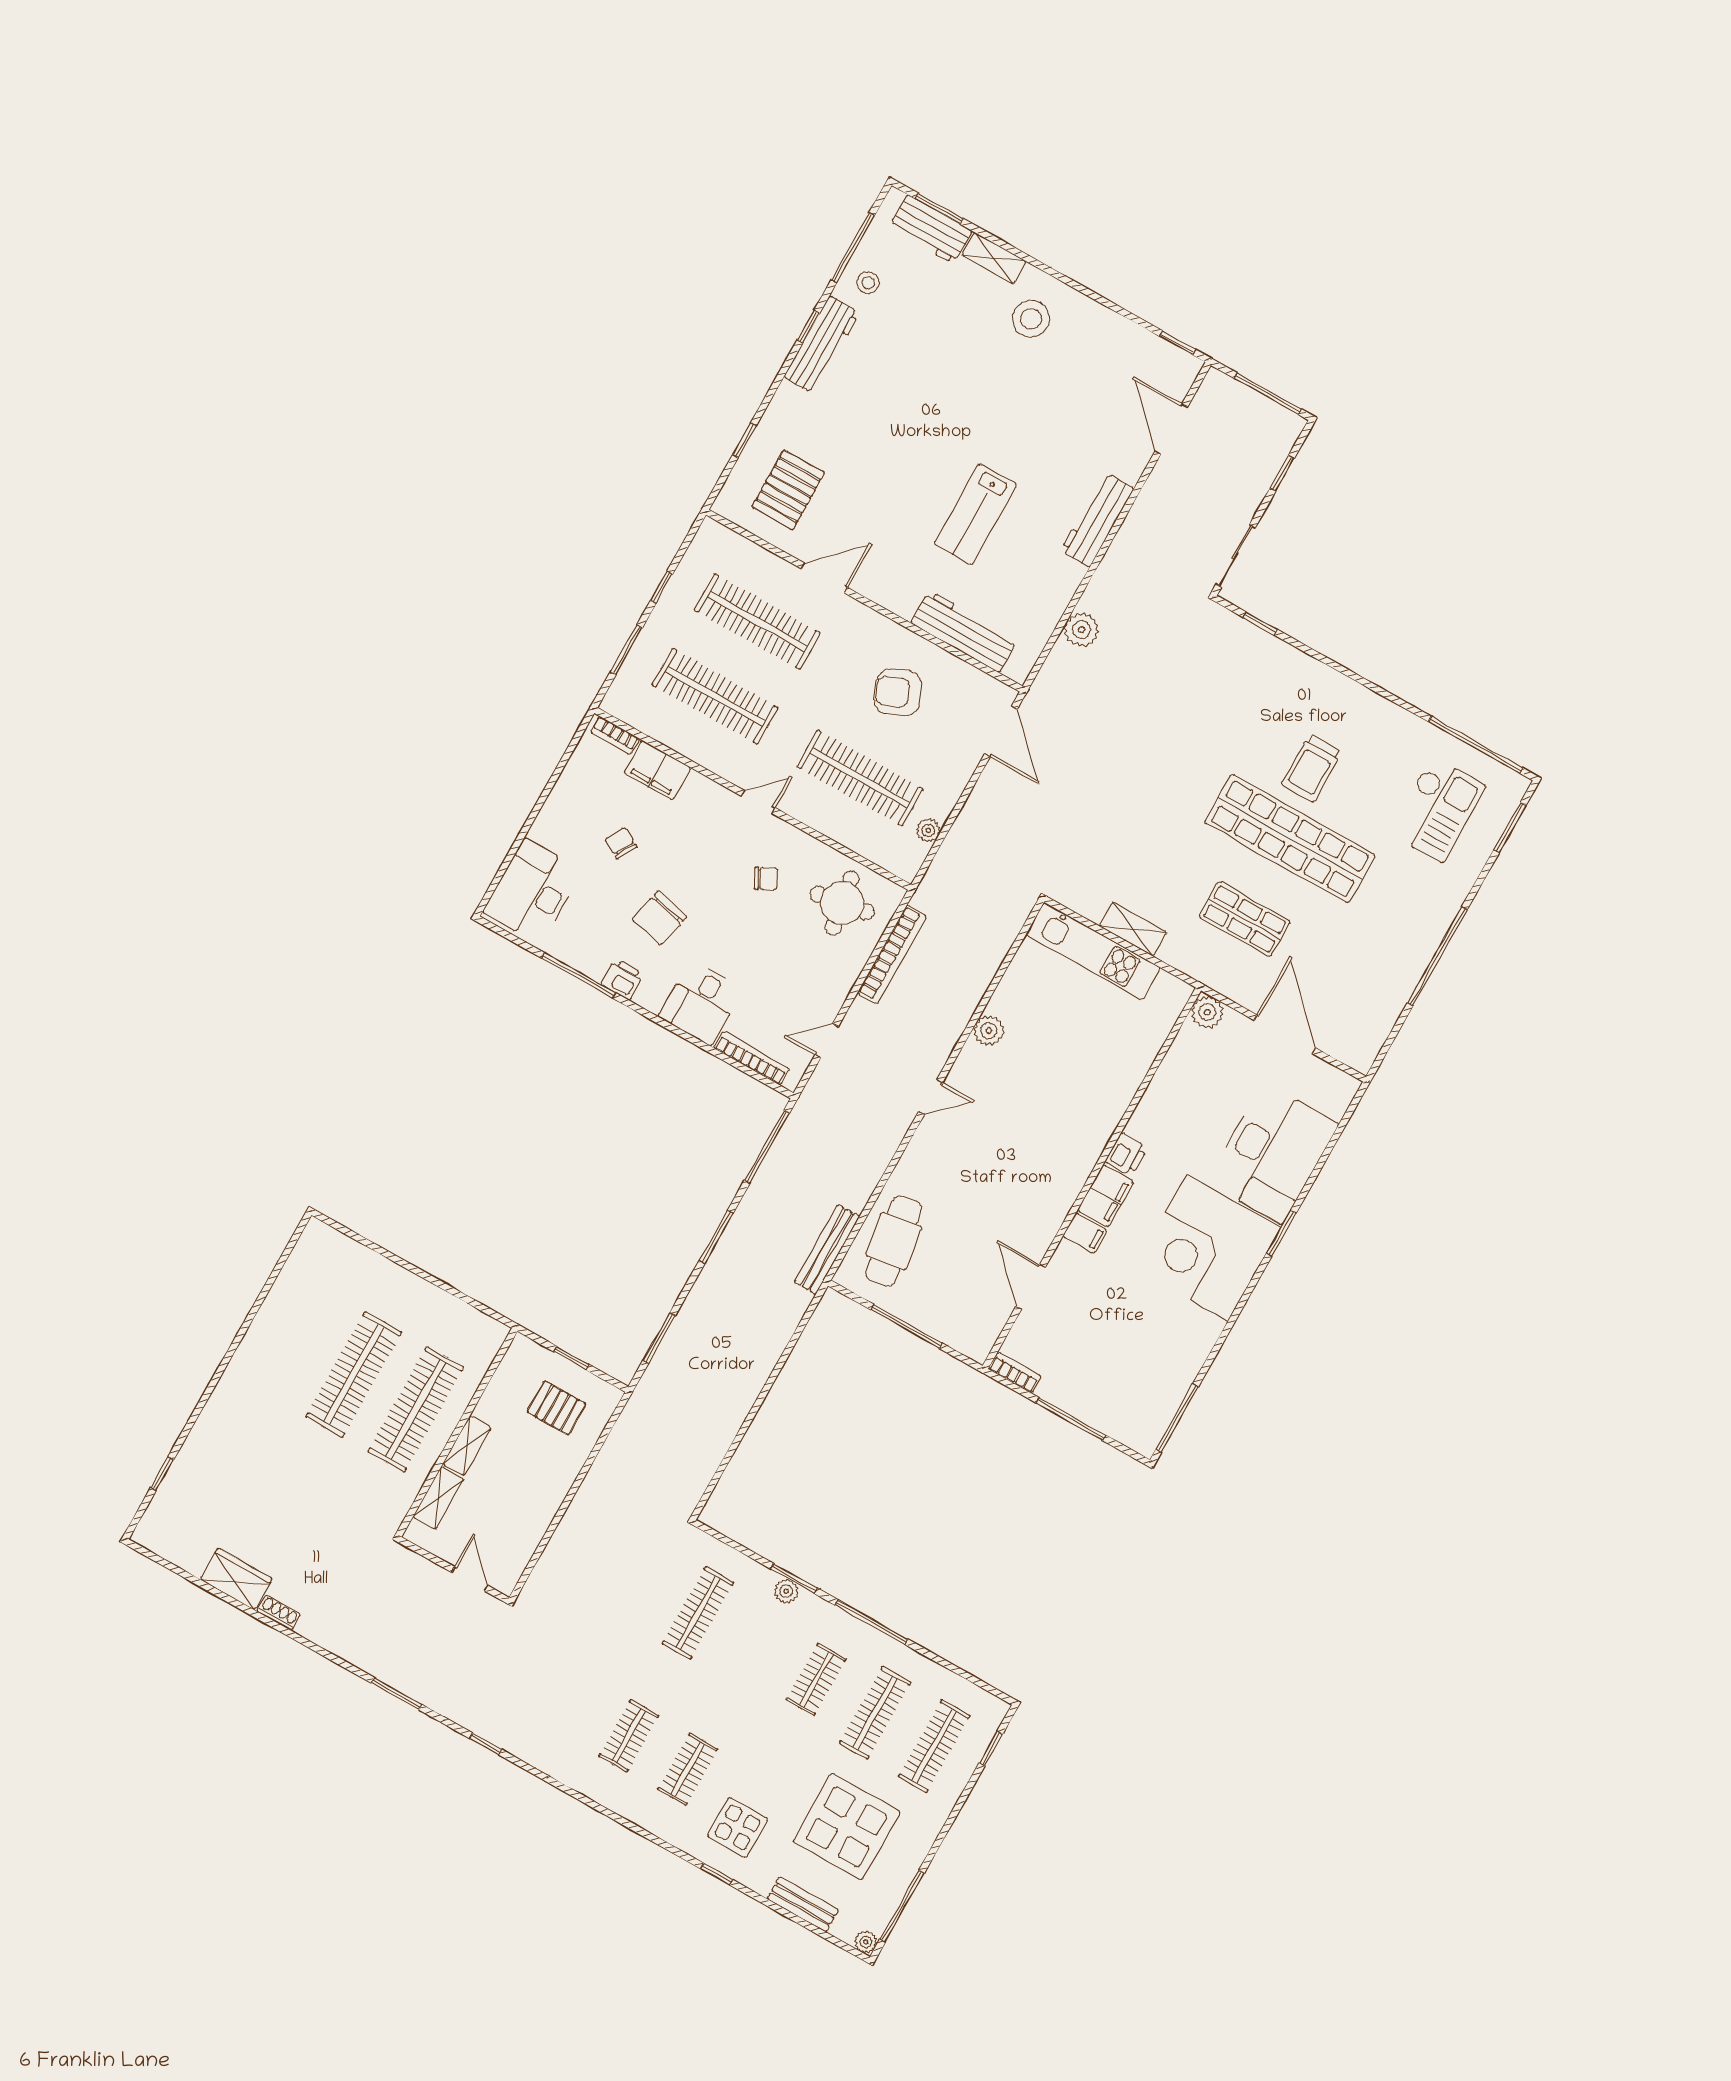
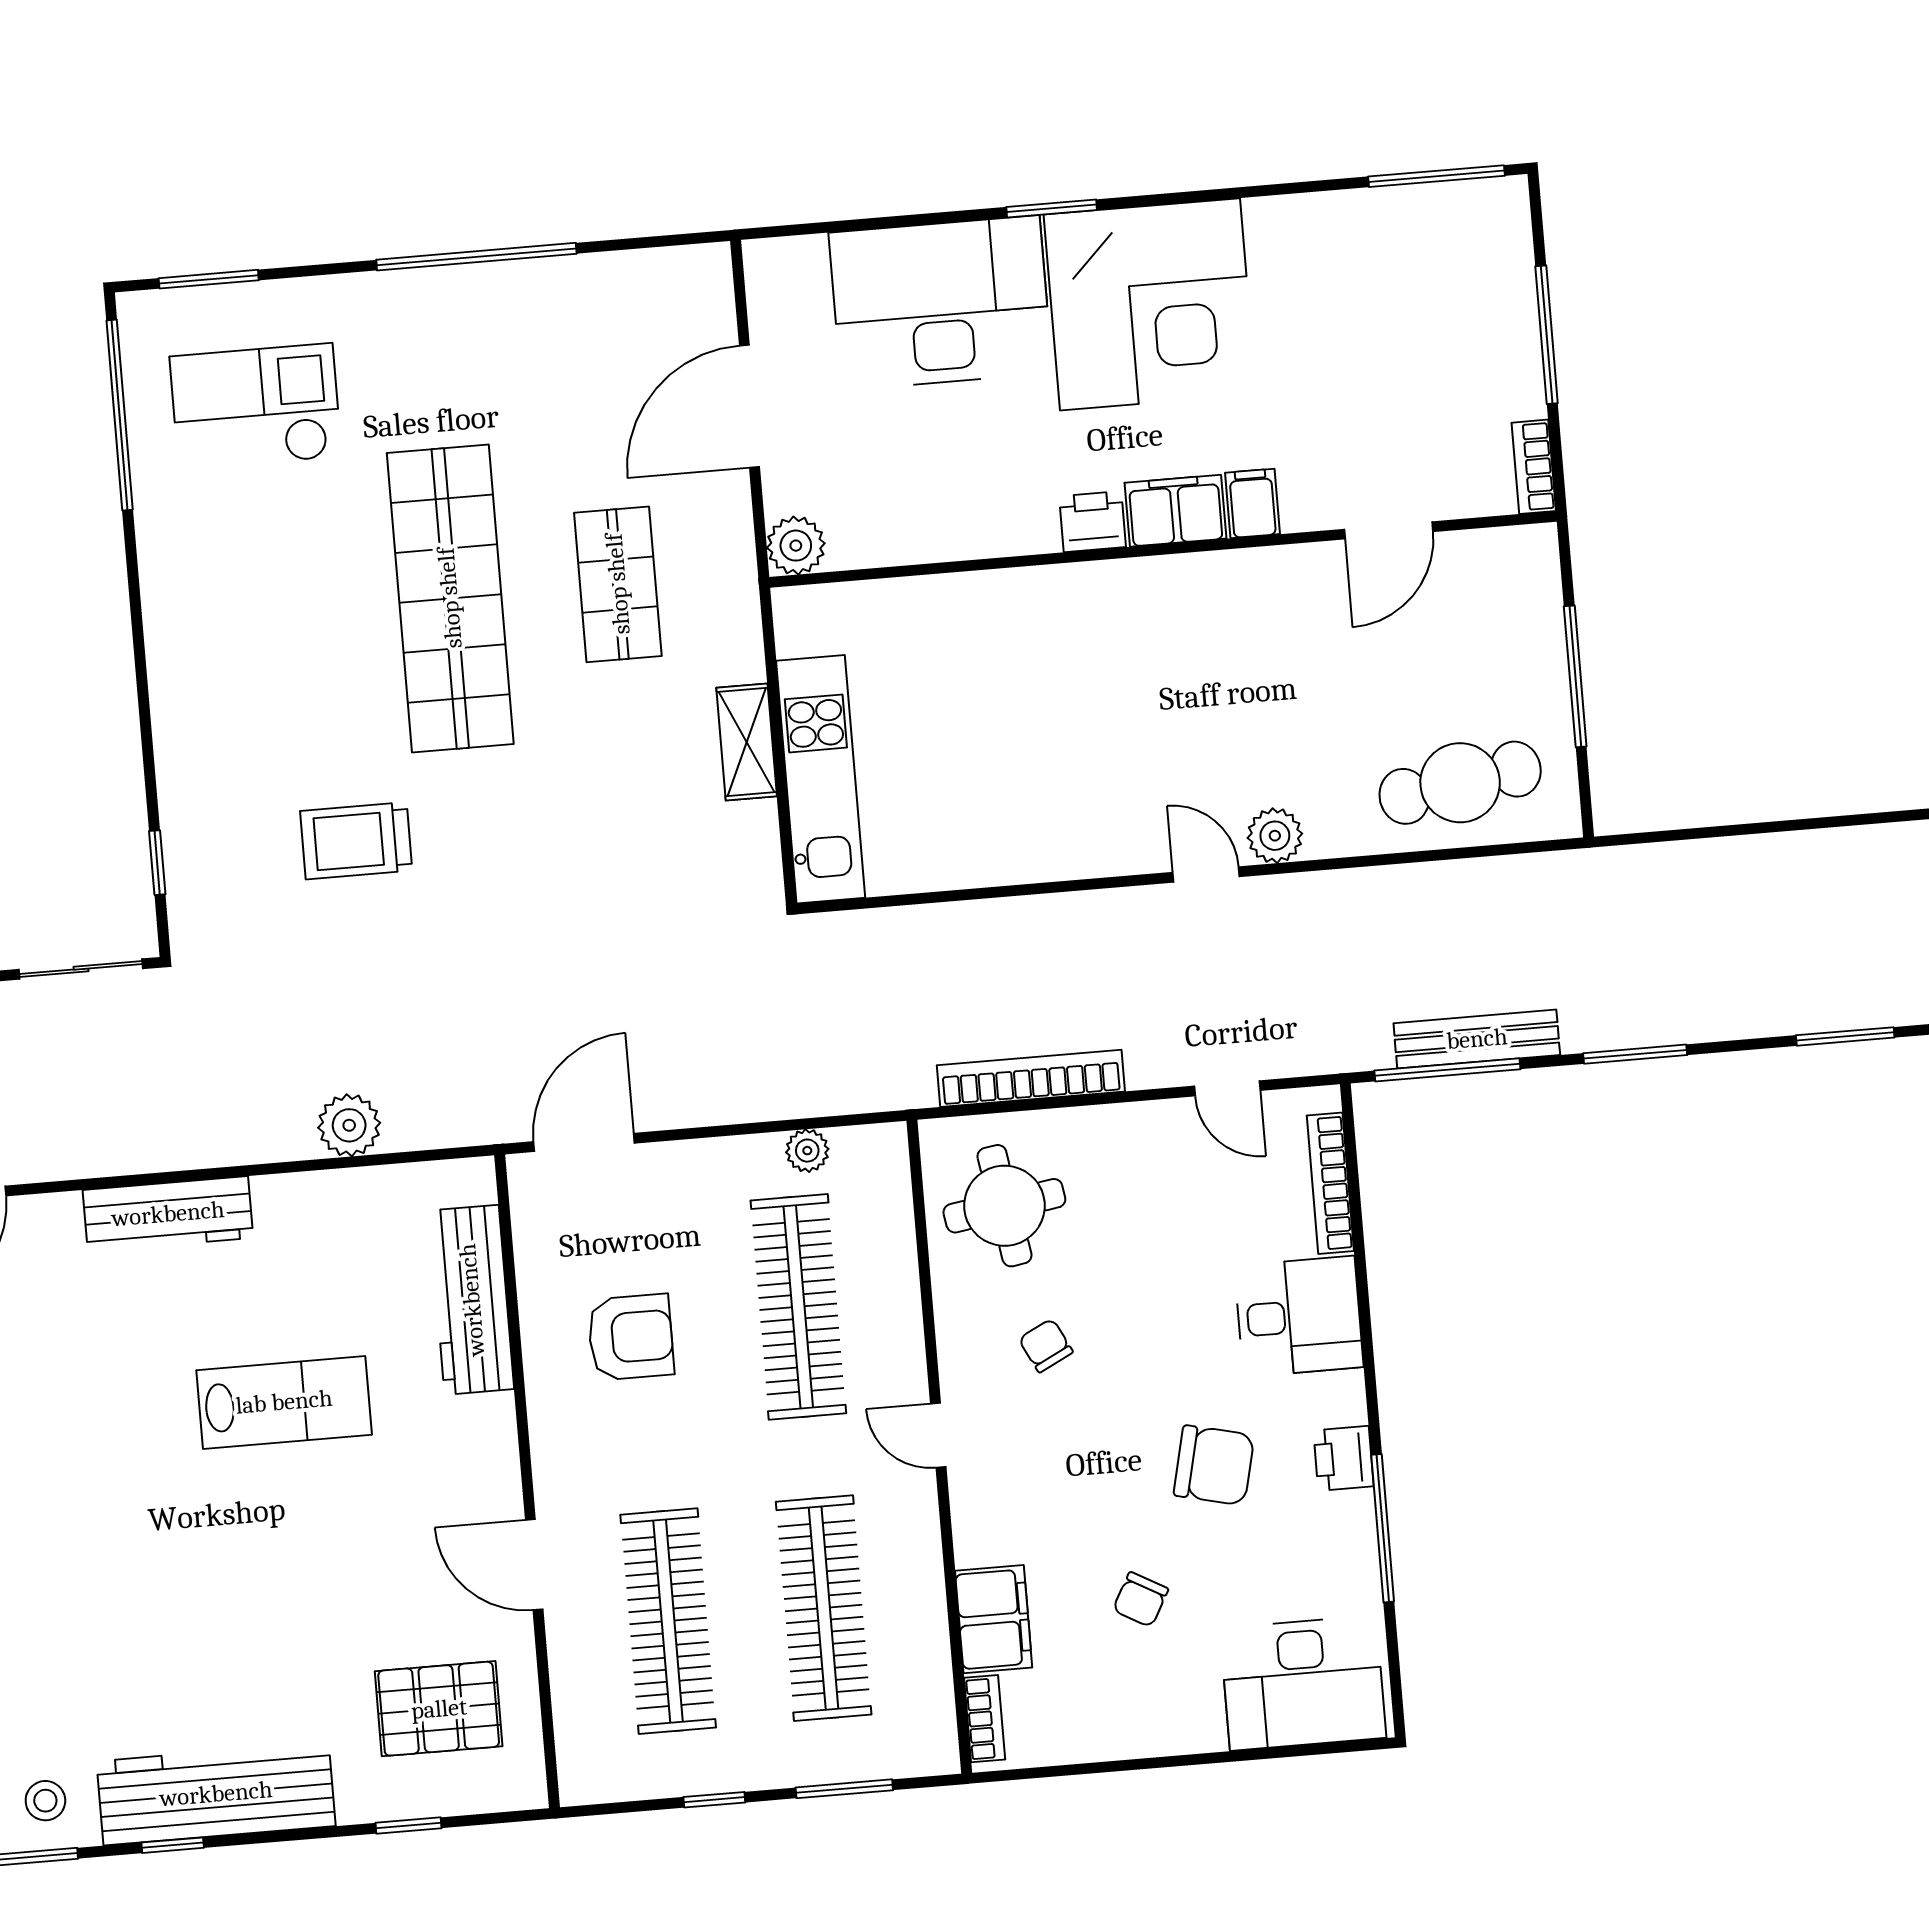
workbench: (822, 345) -> (216, 1794), width x1.36, depth x1.32
armchair: (898, 692) -> (631, 1337), turned -67
trolley: (1311, 768) -> (356, 841), moved, turned 180
plant: (989, 1031) -> (1275, 836), moved
bench: (827, 1249) -> (1477, 1039), moved

